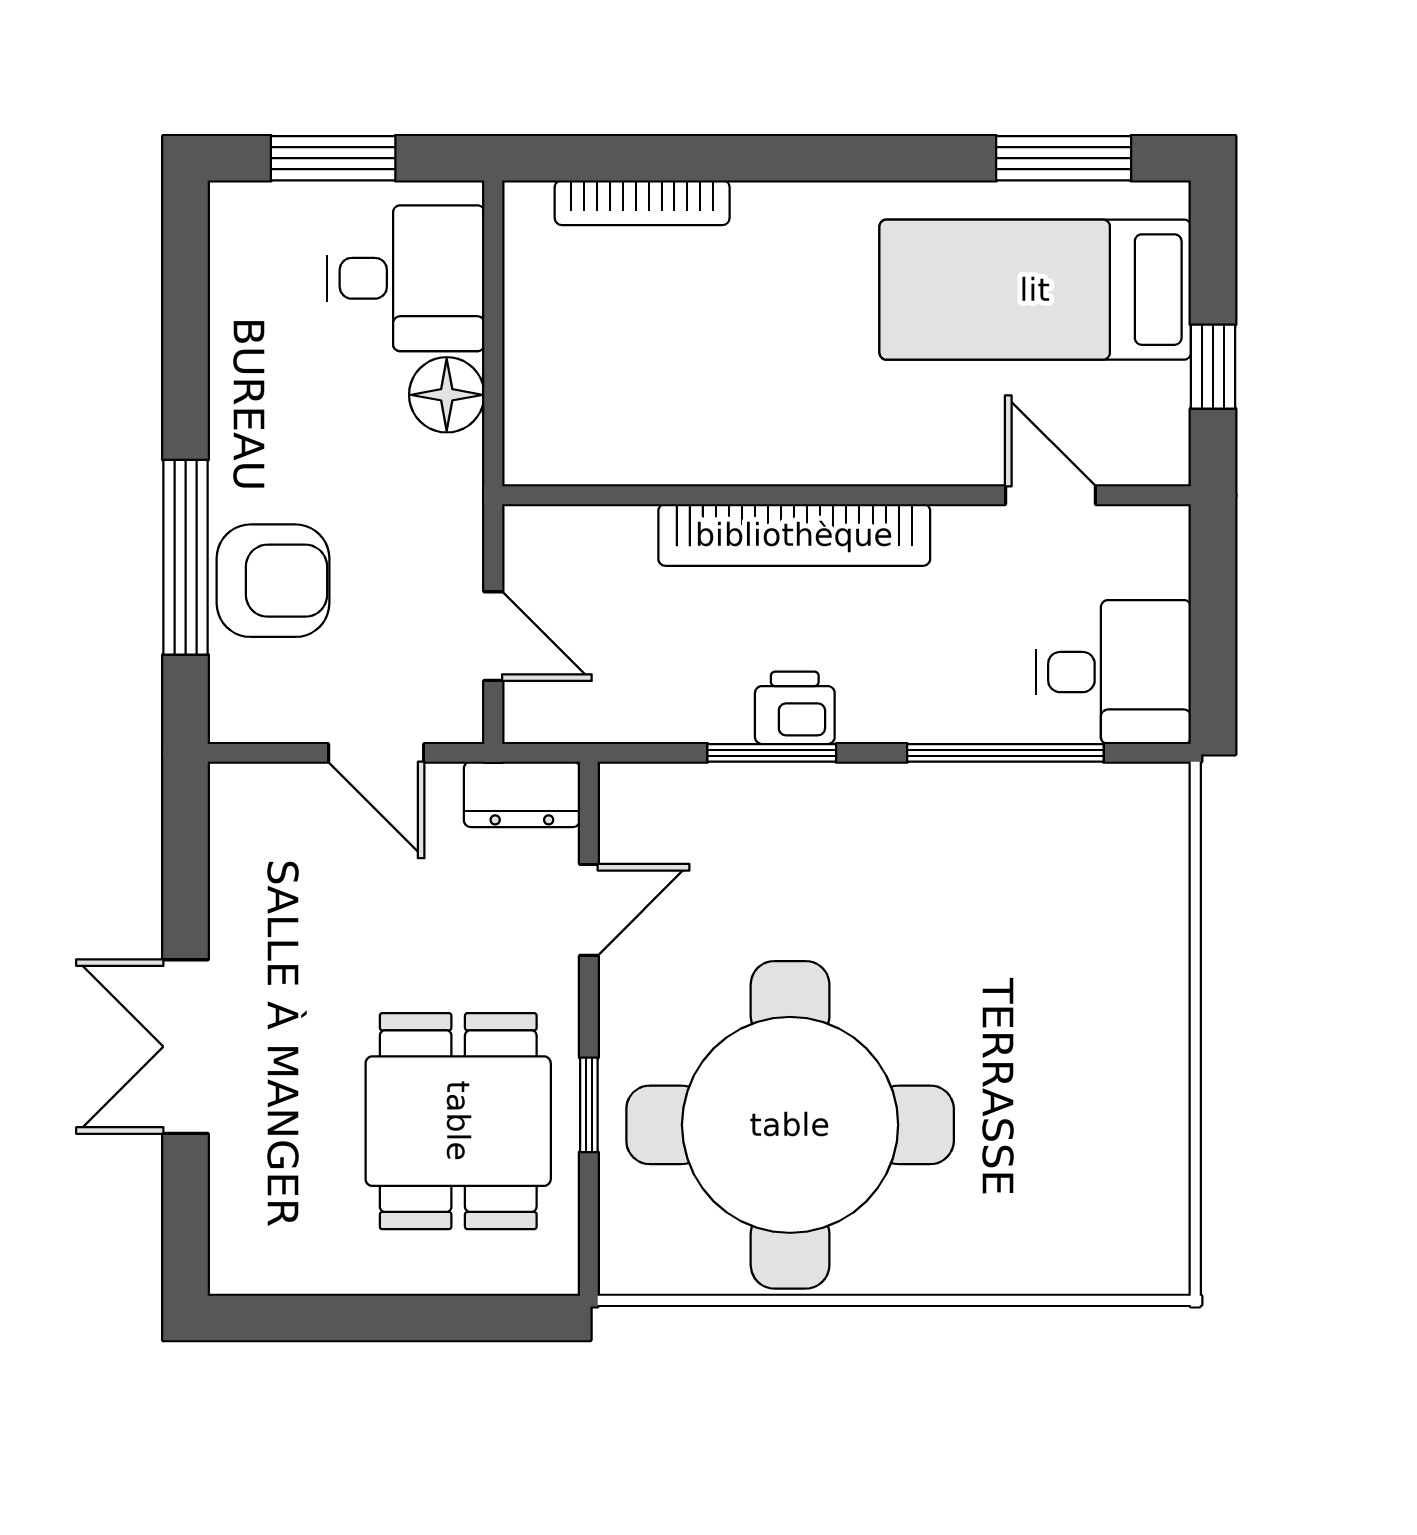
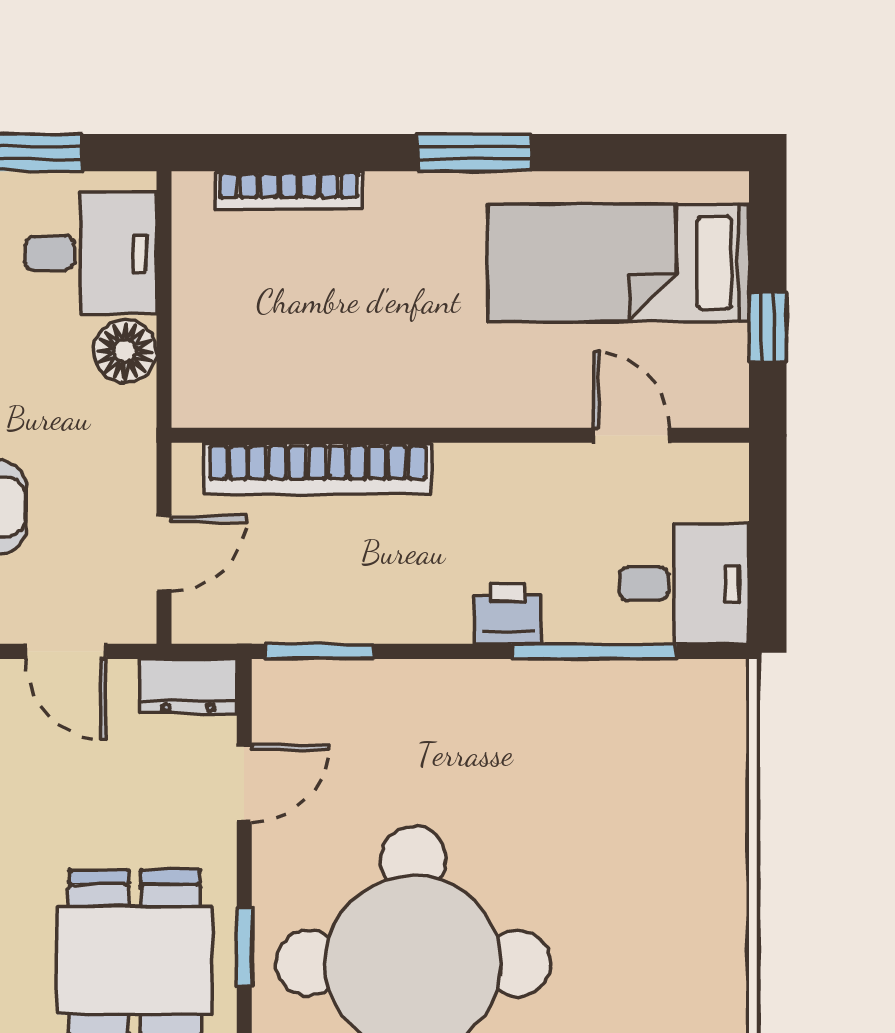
window: (1064, 158) -> (474, 153), moved
bookcase: (794, 535) -> (318, 469), moved
door: (493, 636) -> (164, 553), hinge flipped
printer: (795, 708) -> (508, 614), moved
window: (772, 753) -> (319, 651), moved

